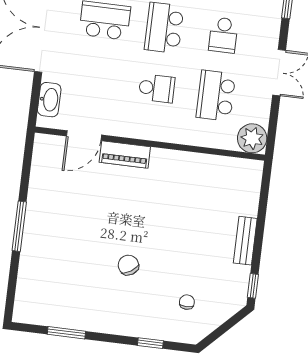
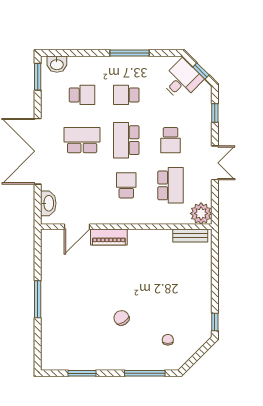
school desk: (157, 88) -> (126, 185), turned -90
school desk: (216, 96) -> (171, 185), turned 180
bench: (245, 241) -> (190, 235), moved, turned 90
window: (150, 343) -> (145, 373), width x2.17

